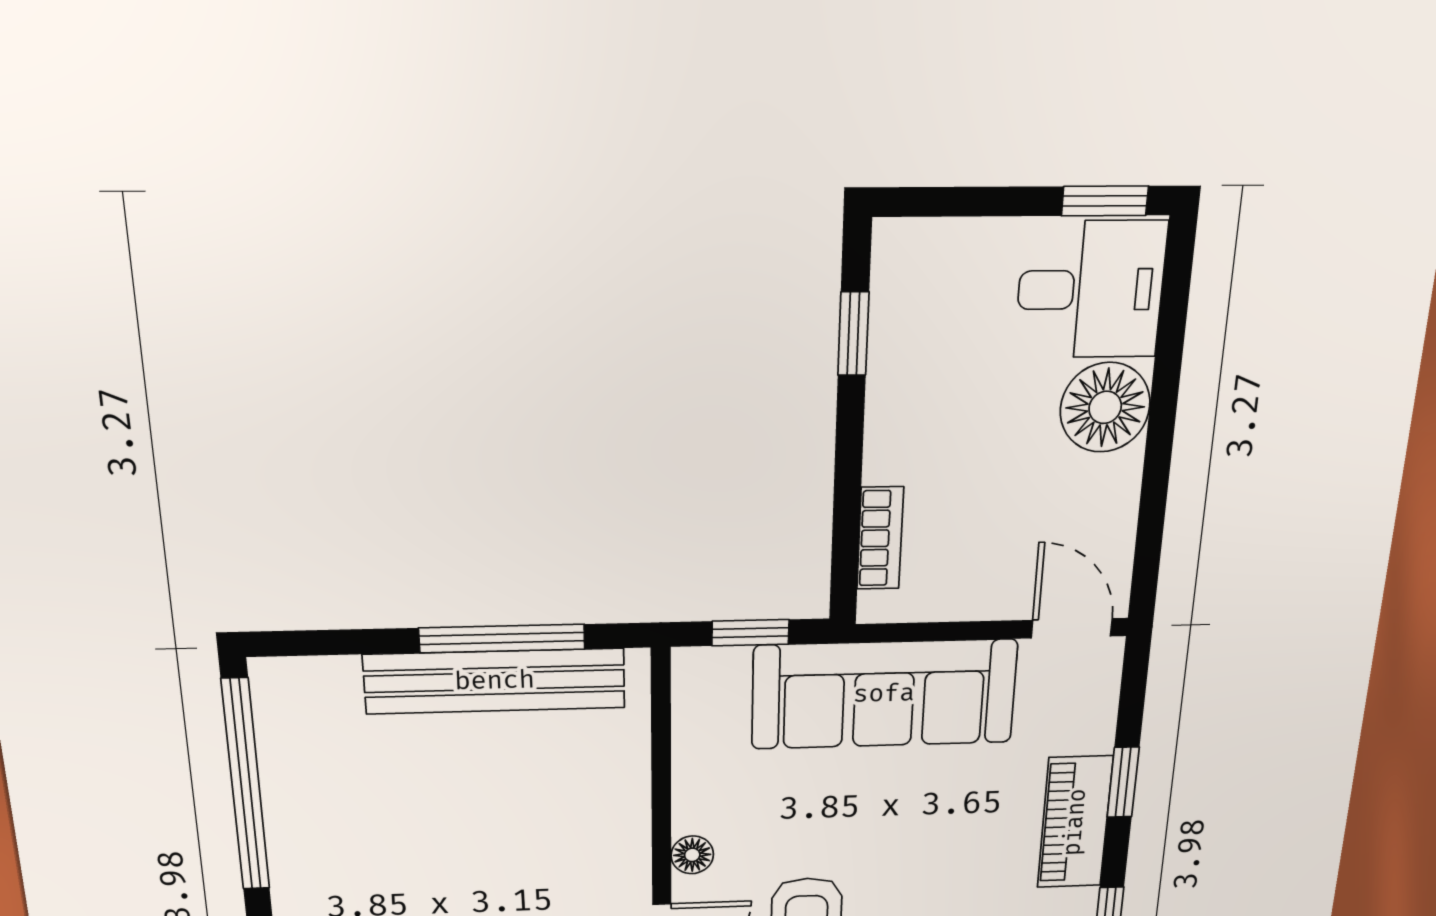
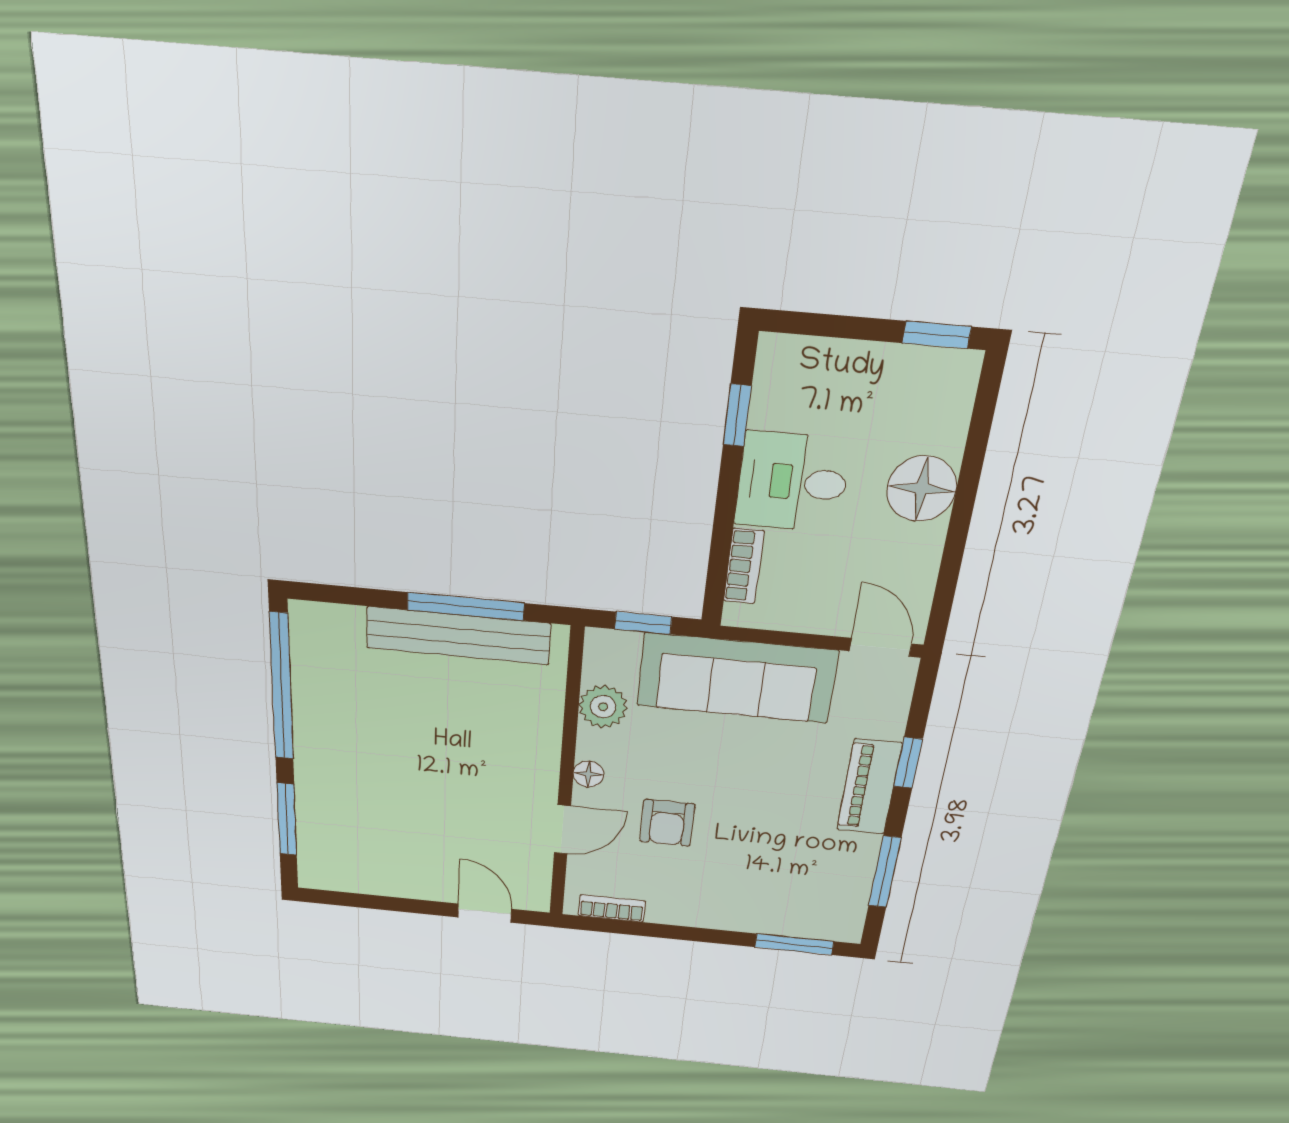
desk: (1091, 290) -> (792, 482), moved, turned 180
plant: (705, 757) -> (603, 707), added

